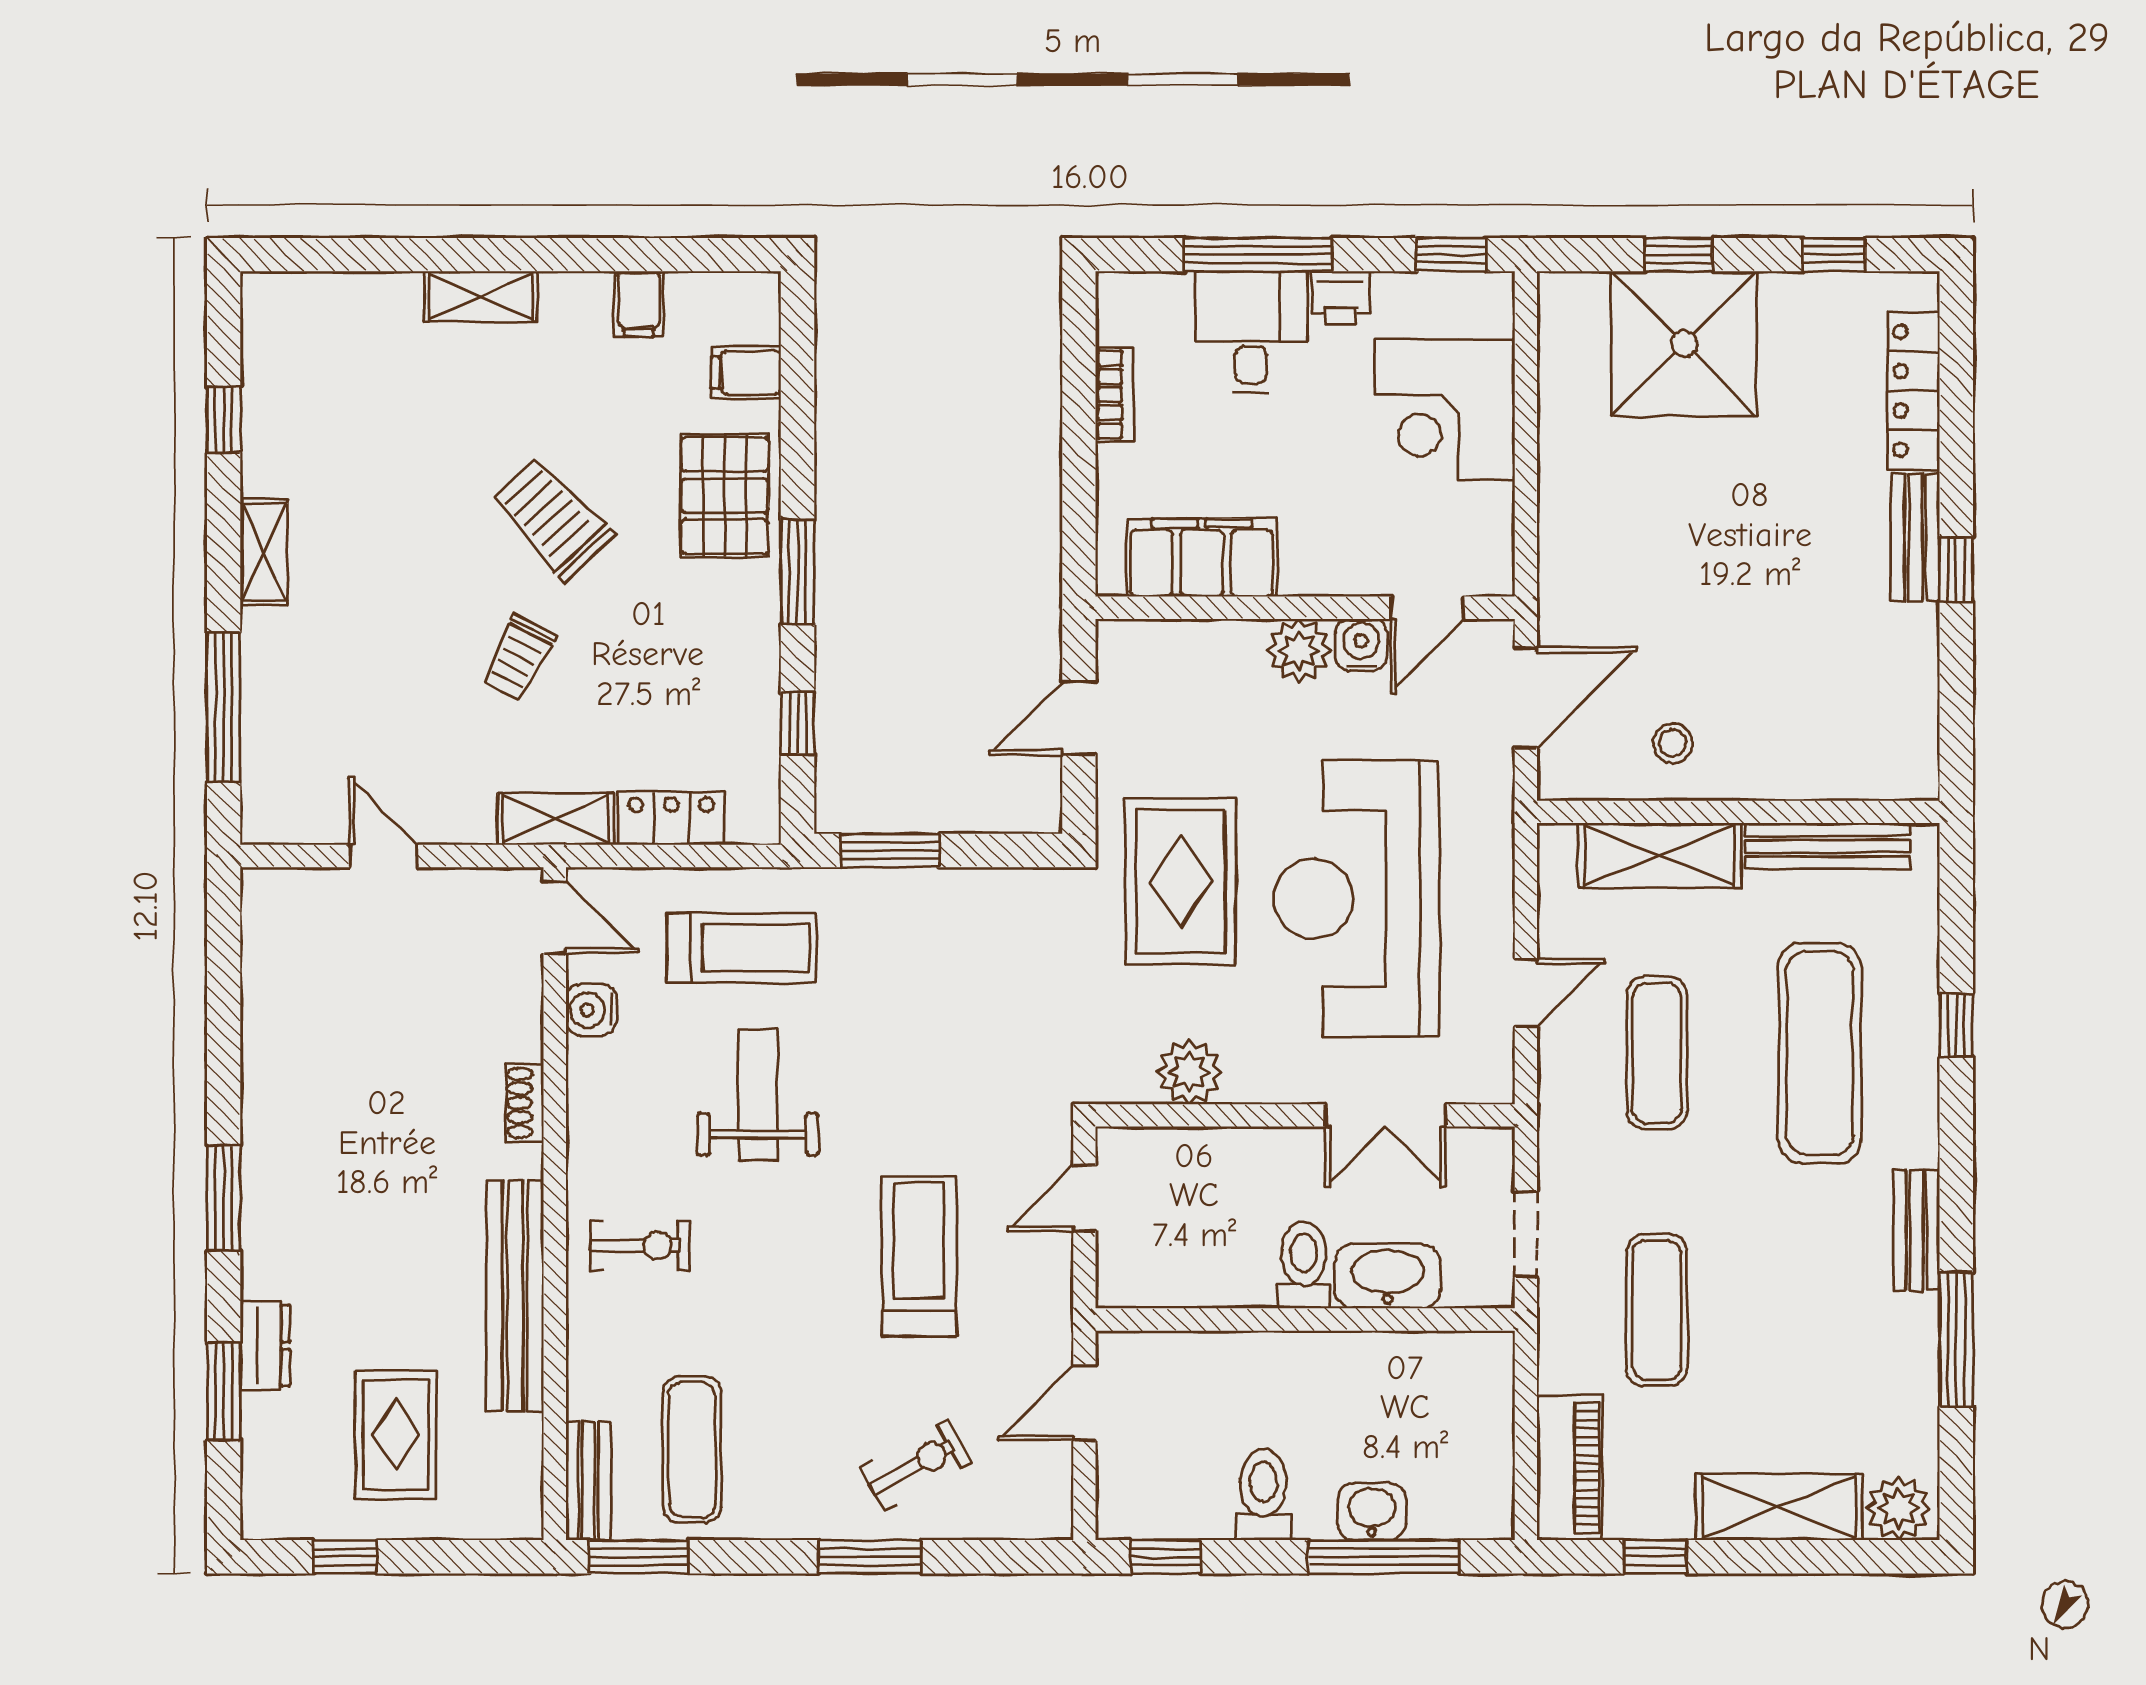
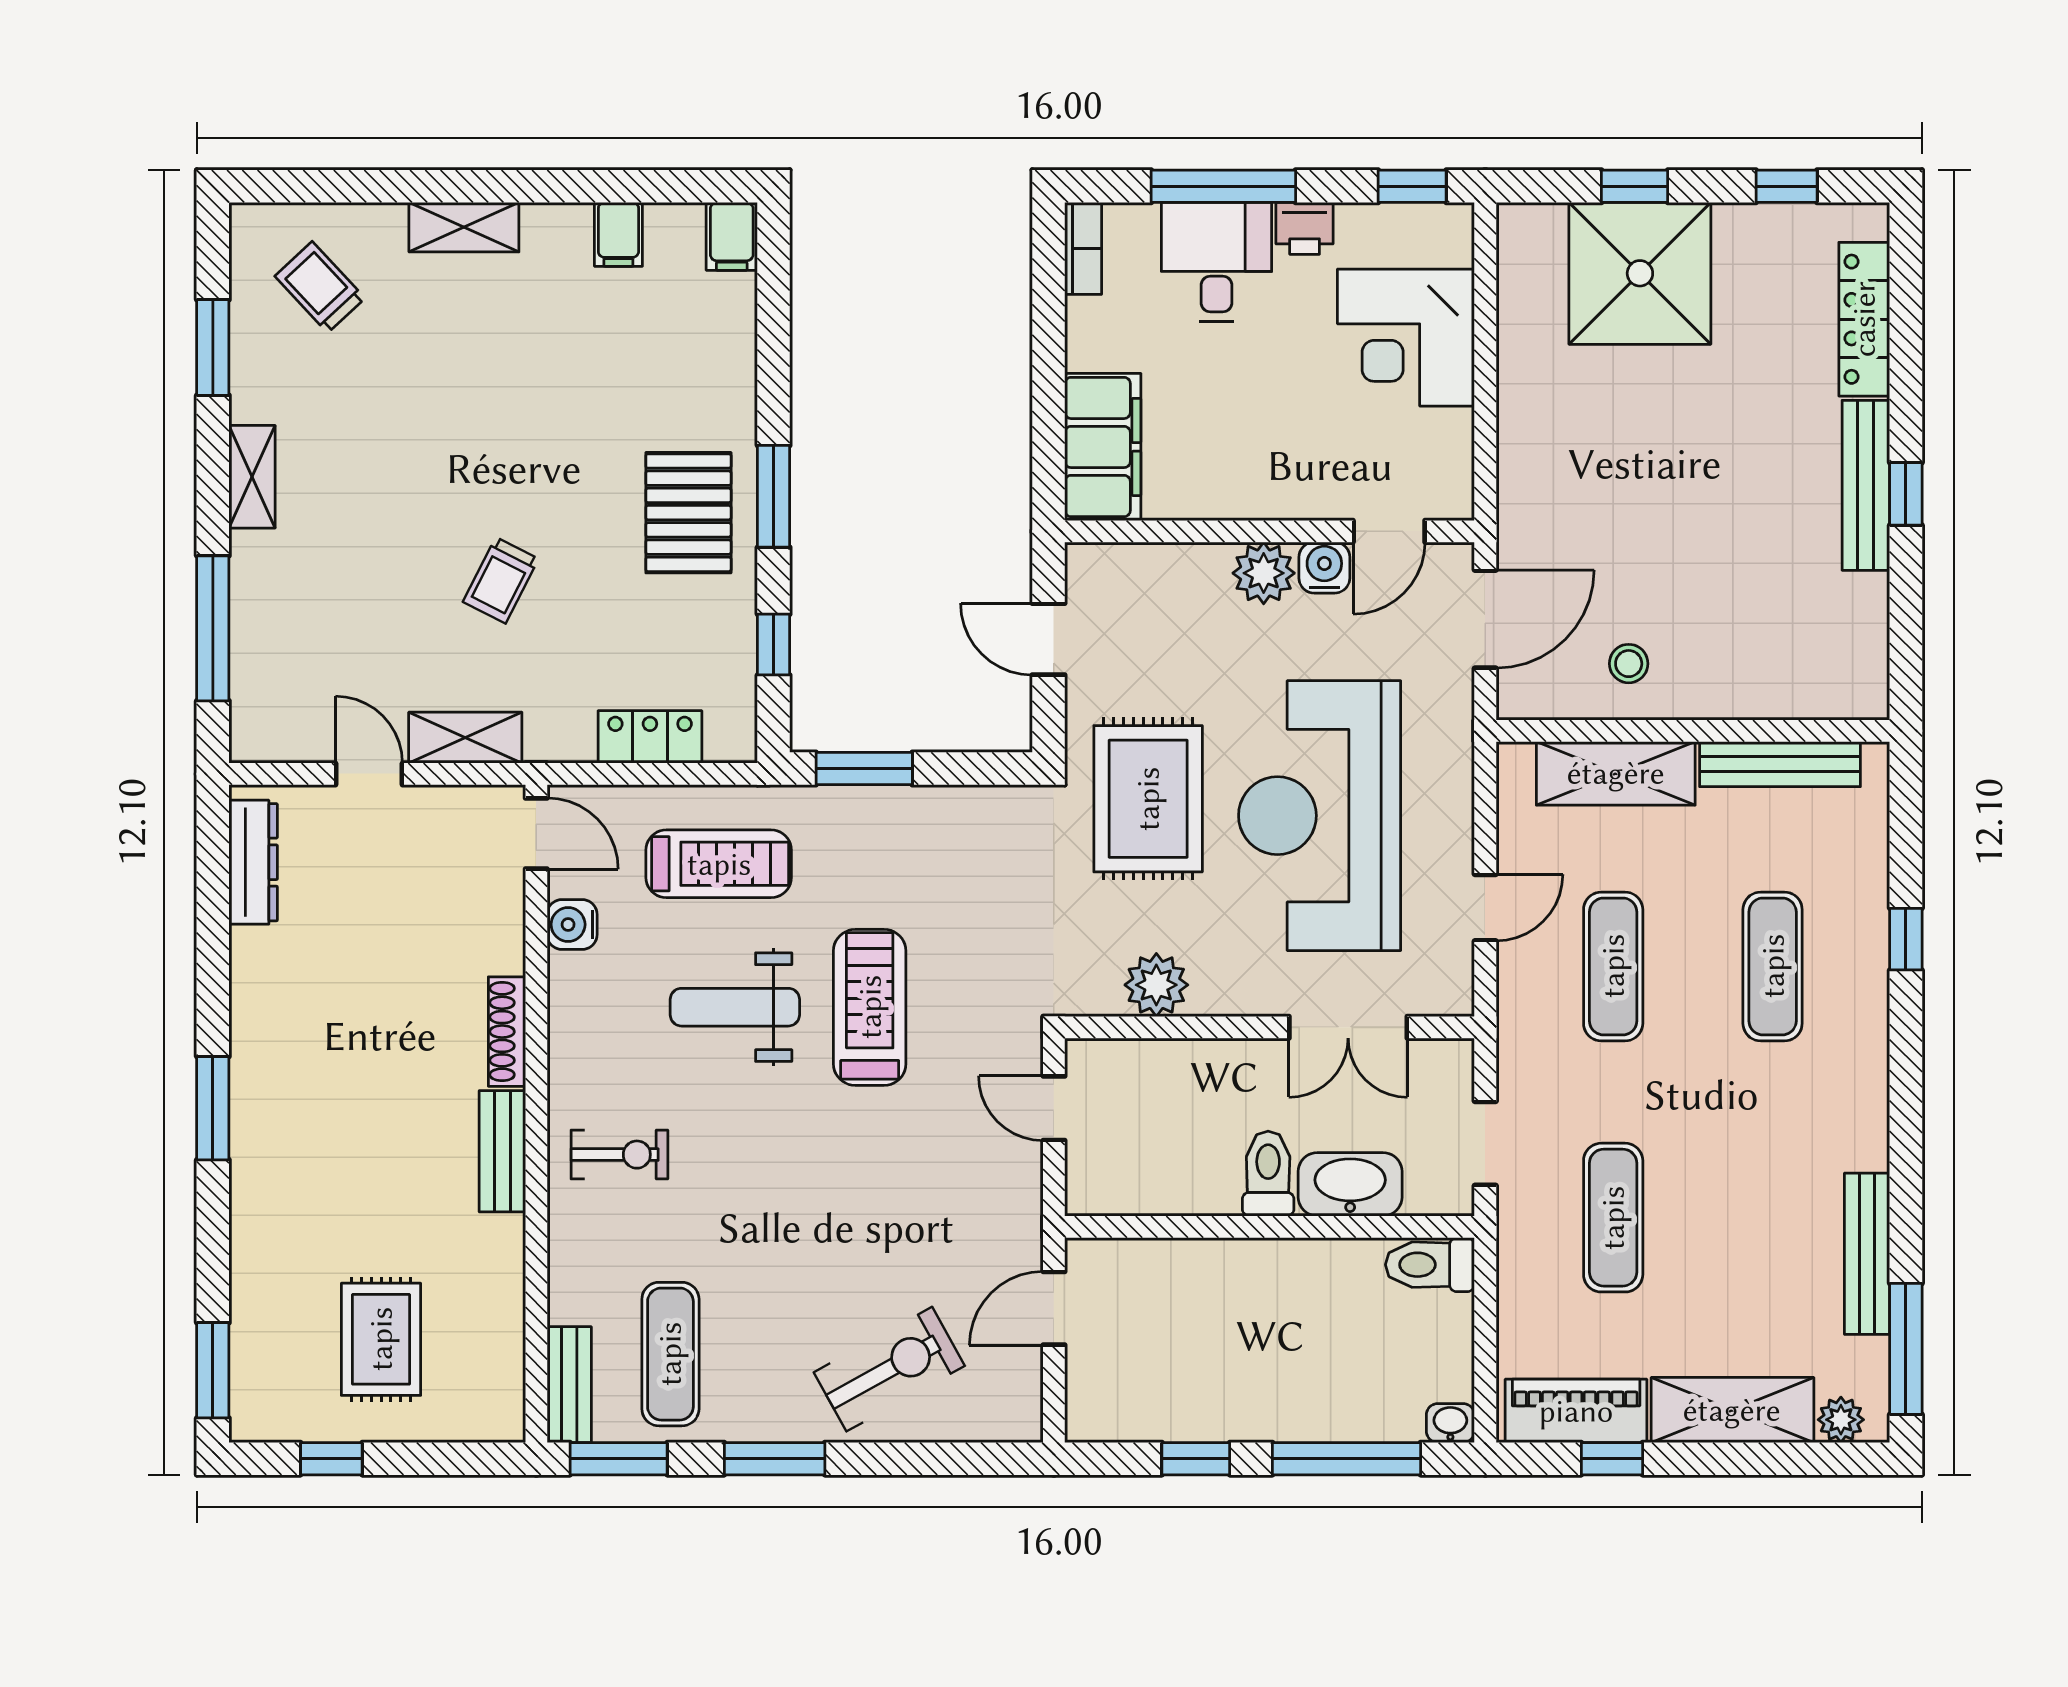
filing cabinet: (746, 373) -> (732, 236), moved, turned -90
bookcase: (1114, 395) -> (1083, 248), moved
window: (224, 420) -> (213, 347), width x1.50
pallet: (725, 496) -> (688, 513), moved
trolley: (552, 519) -> (320, 287), moved, width x0.73, depth x0.72
bench: (1915, 537) -> (1866, 485), width x1.36
filing cabinet: (1202, 558) -> (1103, 447), moved, turned 90
door: (1079, 718) -> (1049, 639), hinge flipped
shelving: (556, 819) -> (465, 738), moved
exercise mat: (1820, 1053) -> (1773, 966), width x0.73, depth x0.69
weight bench: (758, 1095) -> (735, 1007), turned -90
shoe rack: (525, 1103) -> (507, 1032), width x1.43
door: (1084, 1198) -> (1054, 1108), hinge flipped
bench: (1917, 1230) -> (1867, 1254), moved, width x1.36
treadmill: (919, 1256) -> (870, 1007), moved
bench: (515, 1296) -> (502, 1151), width x0.54, depth x0.82
window: (1956, 1339) -> (1906, 1349), moved
dresser: (265, 1346) -> (253, 862), moved, width x1.44
window: (224, 1391) -> (213, 1370), moved
exercise bike: (916, 1465) -> (889, 1369), width x1.38, depth x1.39
piano: (1569, 1468) -> (1576, 1411), moved, turned -90
toilet: (1263, 1495) -> (1430, 1265), moved, turned -90
plant: (1899, 1508) -> (1841, 1420), width x0.73, depth x0.73
washbasin: (1372, 1511) -> (1450, 1423), moved, width x0.72, depth x0.69
window: (870, 1557) -> (775, 1459), moved
window: (1166, 1557) -> (1196, 1459), moved

